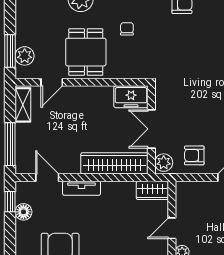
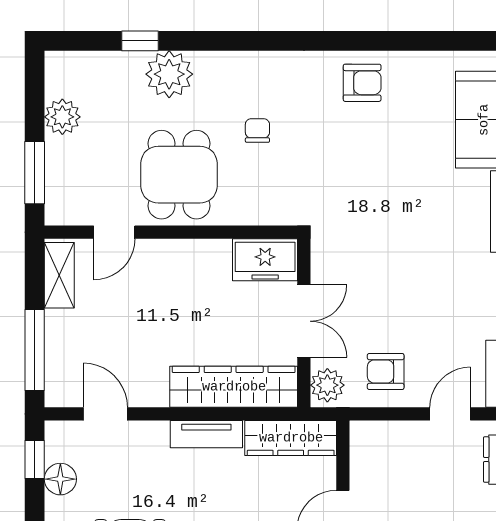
plant: (25, 56) -> (62, 117), moved
double door: (151, 129) -> (304, 321), swing flipped
tv unit: (82, 188) -> (206, 434), moved
wardrobe: (152, 190) -> (291, 438), width x1.50

